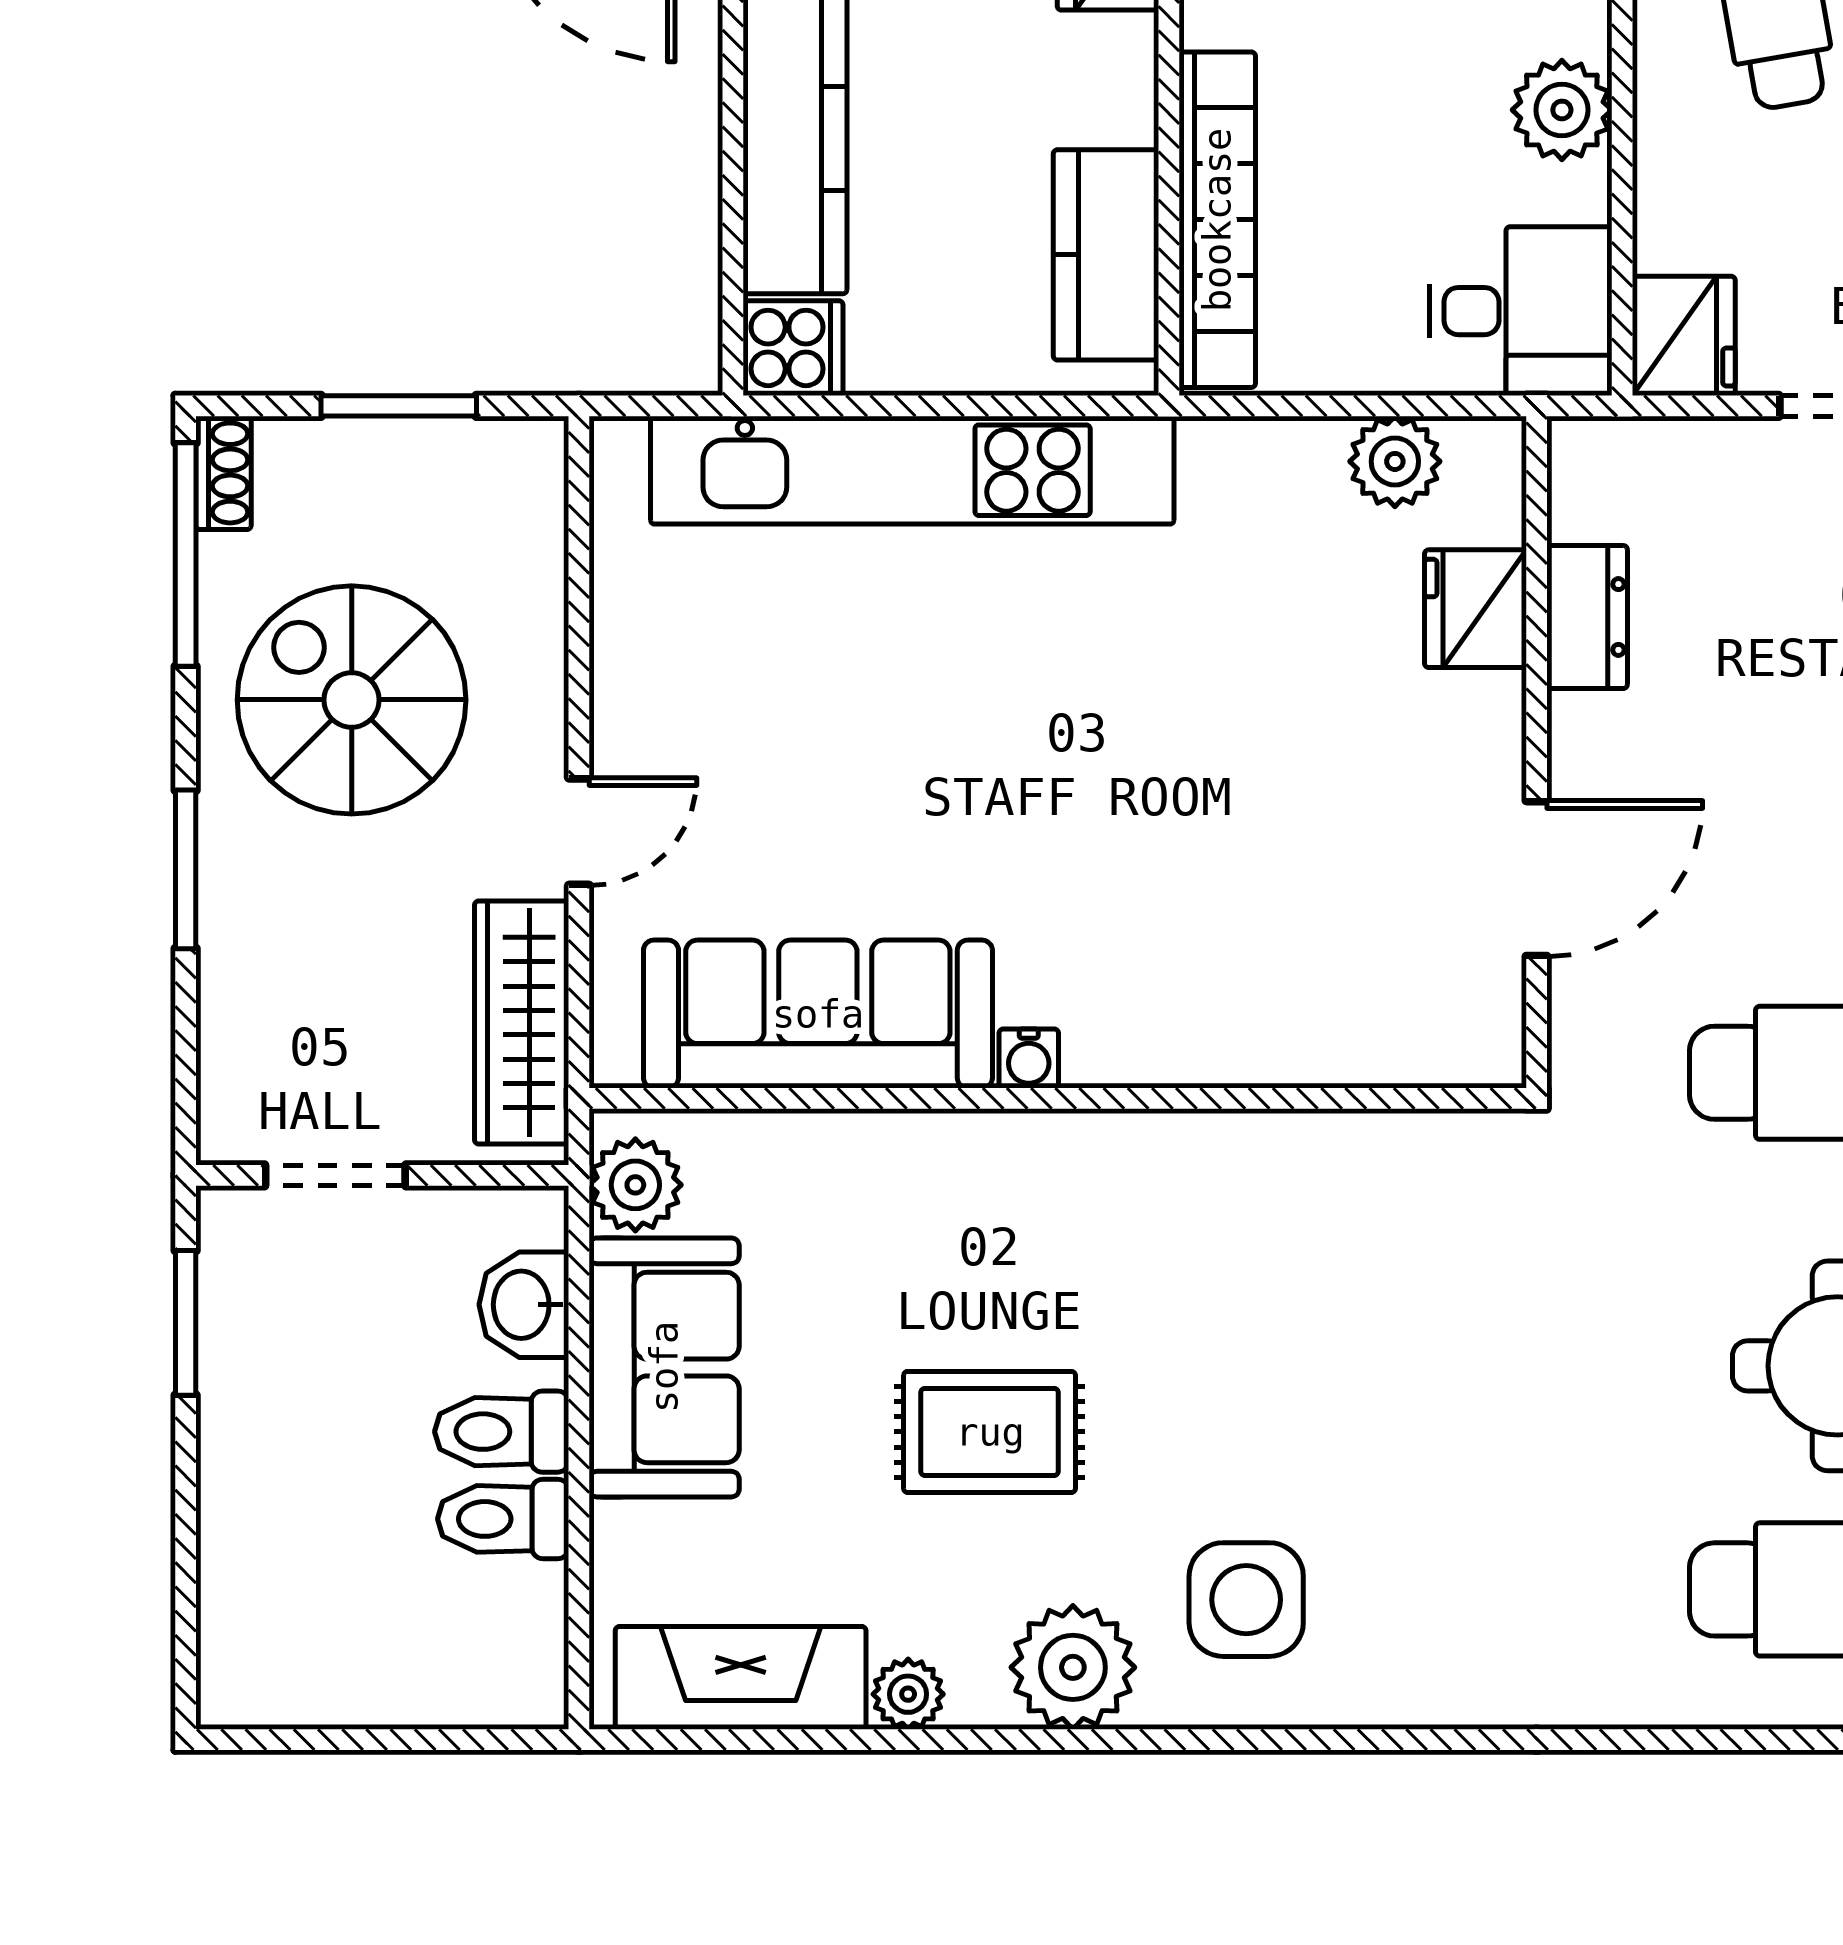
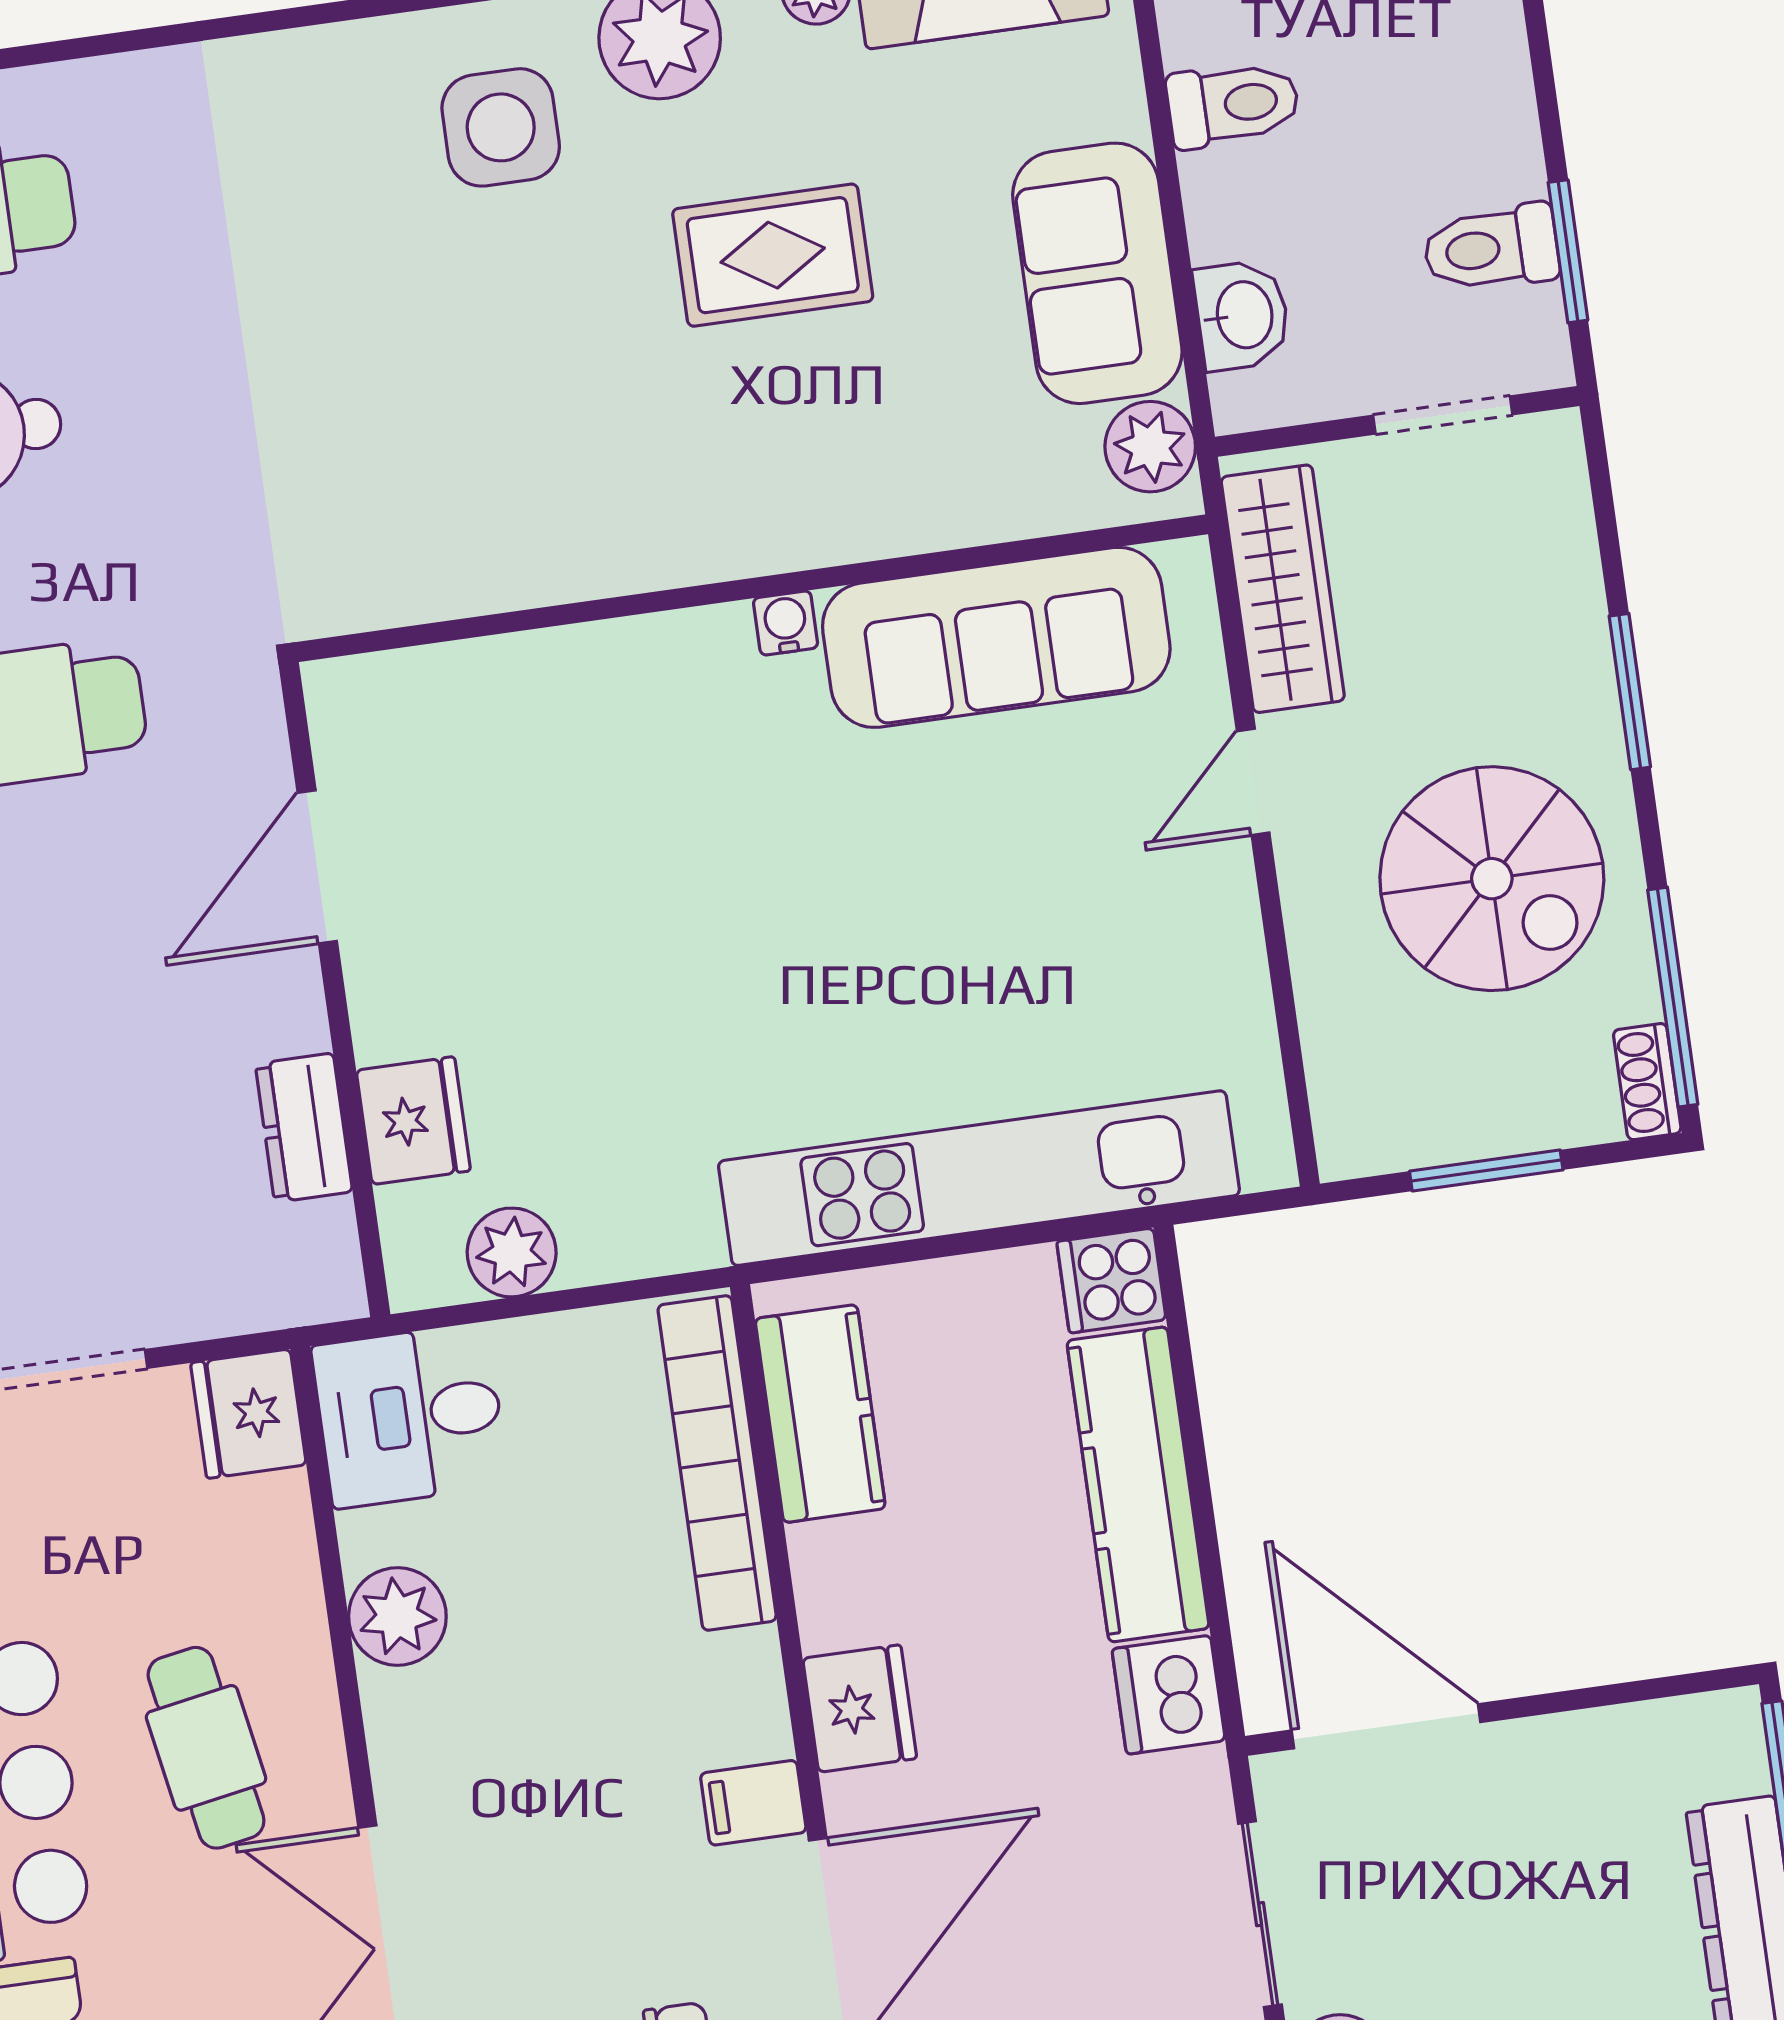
toilet: (502, 1432) -> (1491, 248), moved, turned 180

